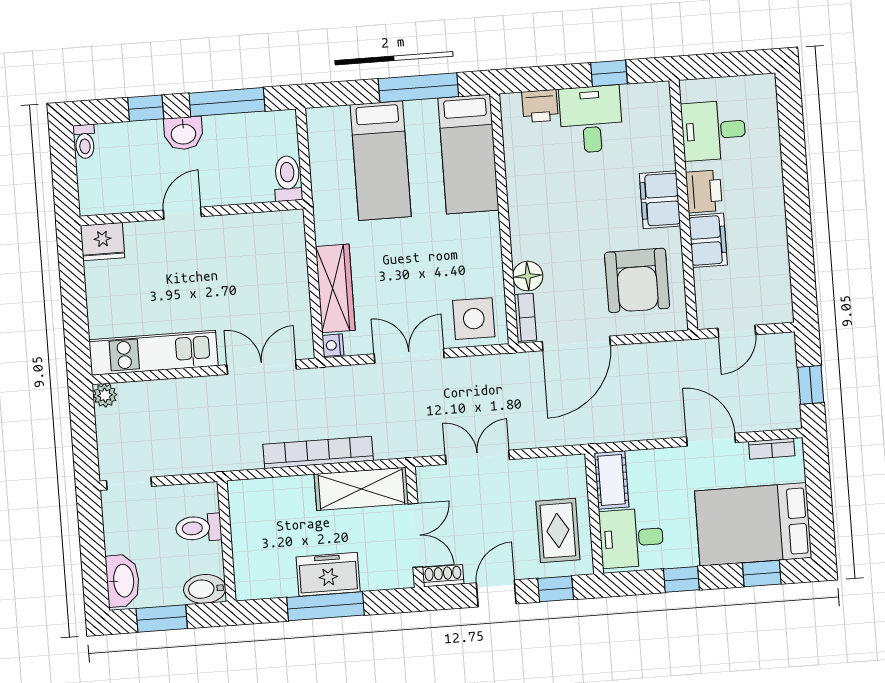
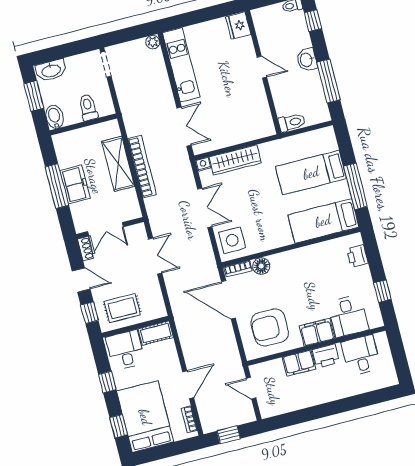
window: (146, 108) -> (313, 21), moved
desk: (591, 119) -> (348, 316), moved, turned 90
shelving: (361, 489) -> (118, 164), moved

